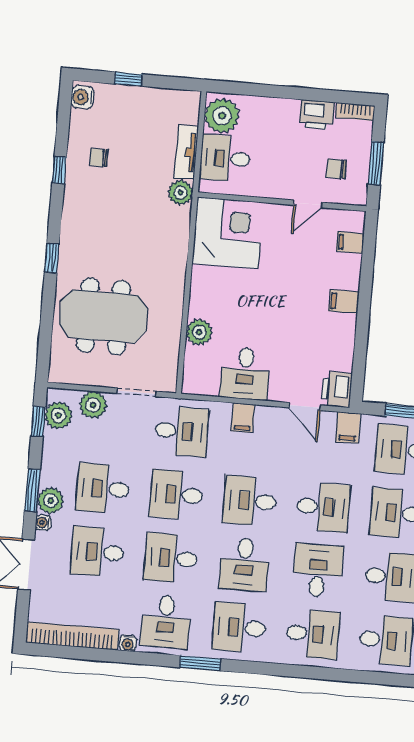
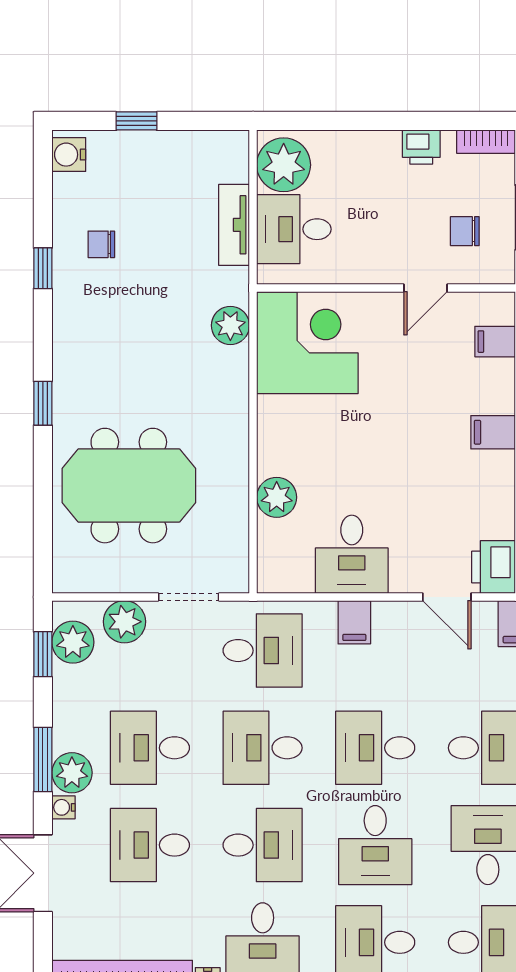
printer: (317, 115) -> (421, 147), width x0.73, depth x0.81
plant: (181, 193) -> (230, 325), moved
desk: (171, 558) -> (263, 845), turned 180

